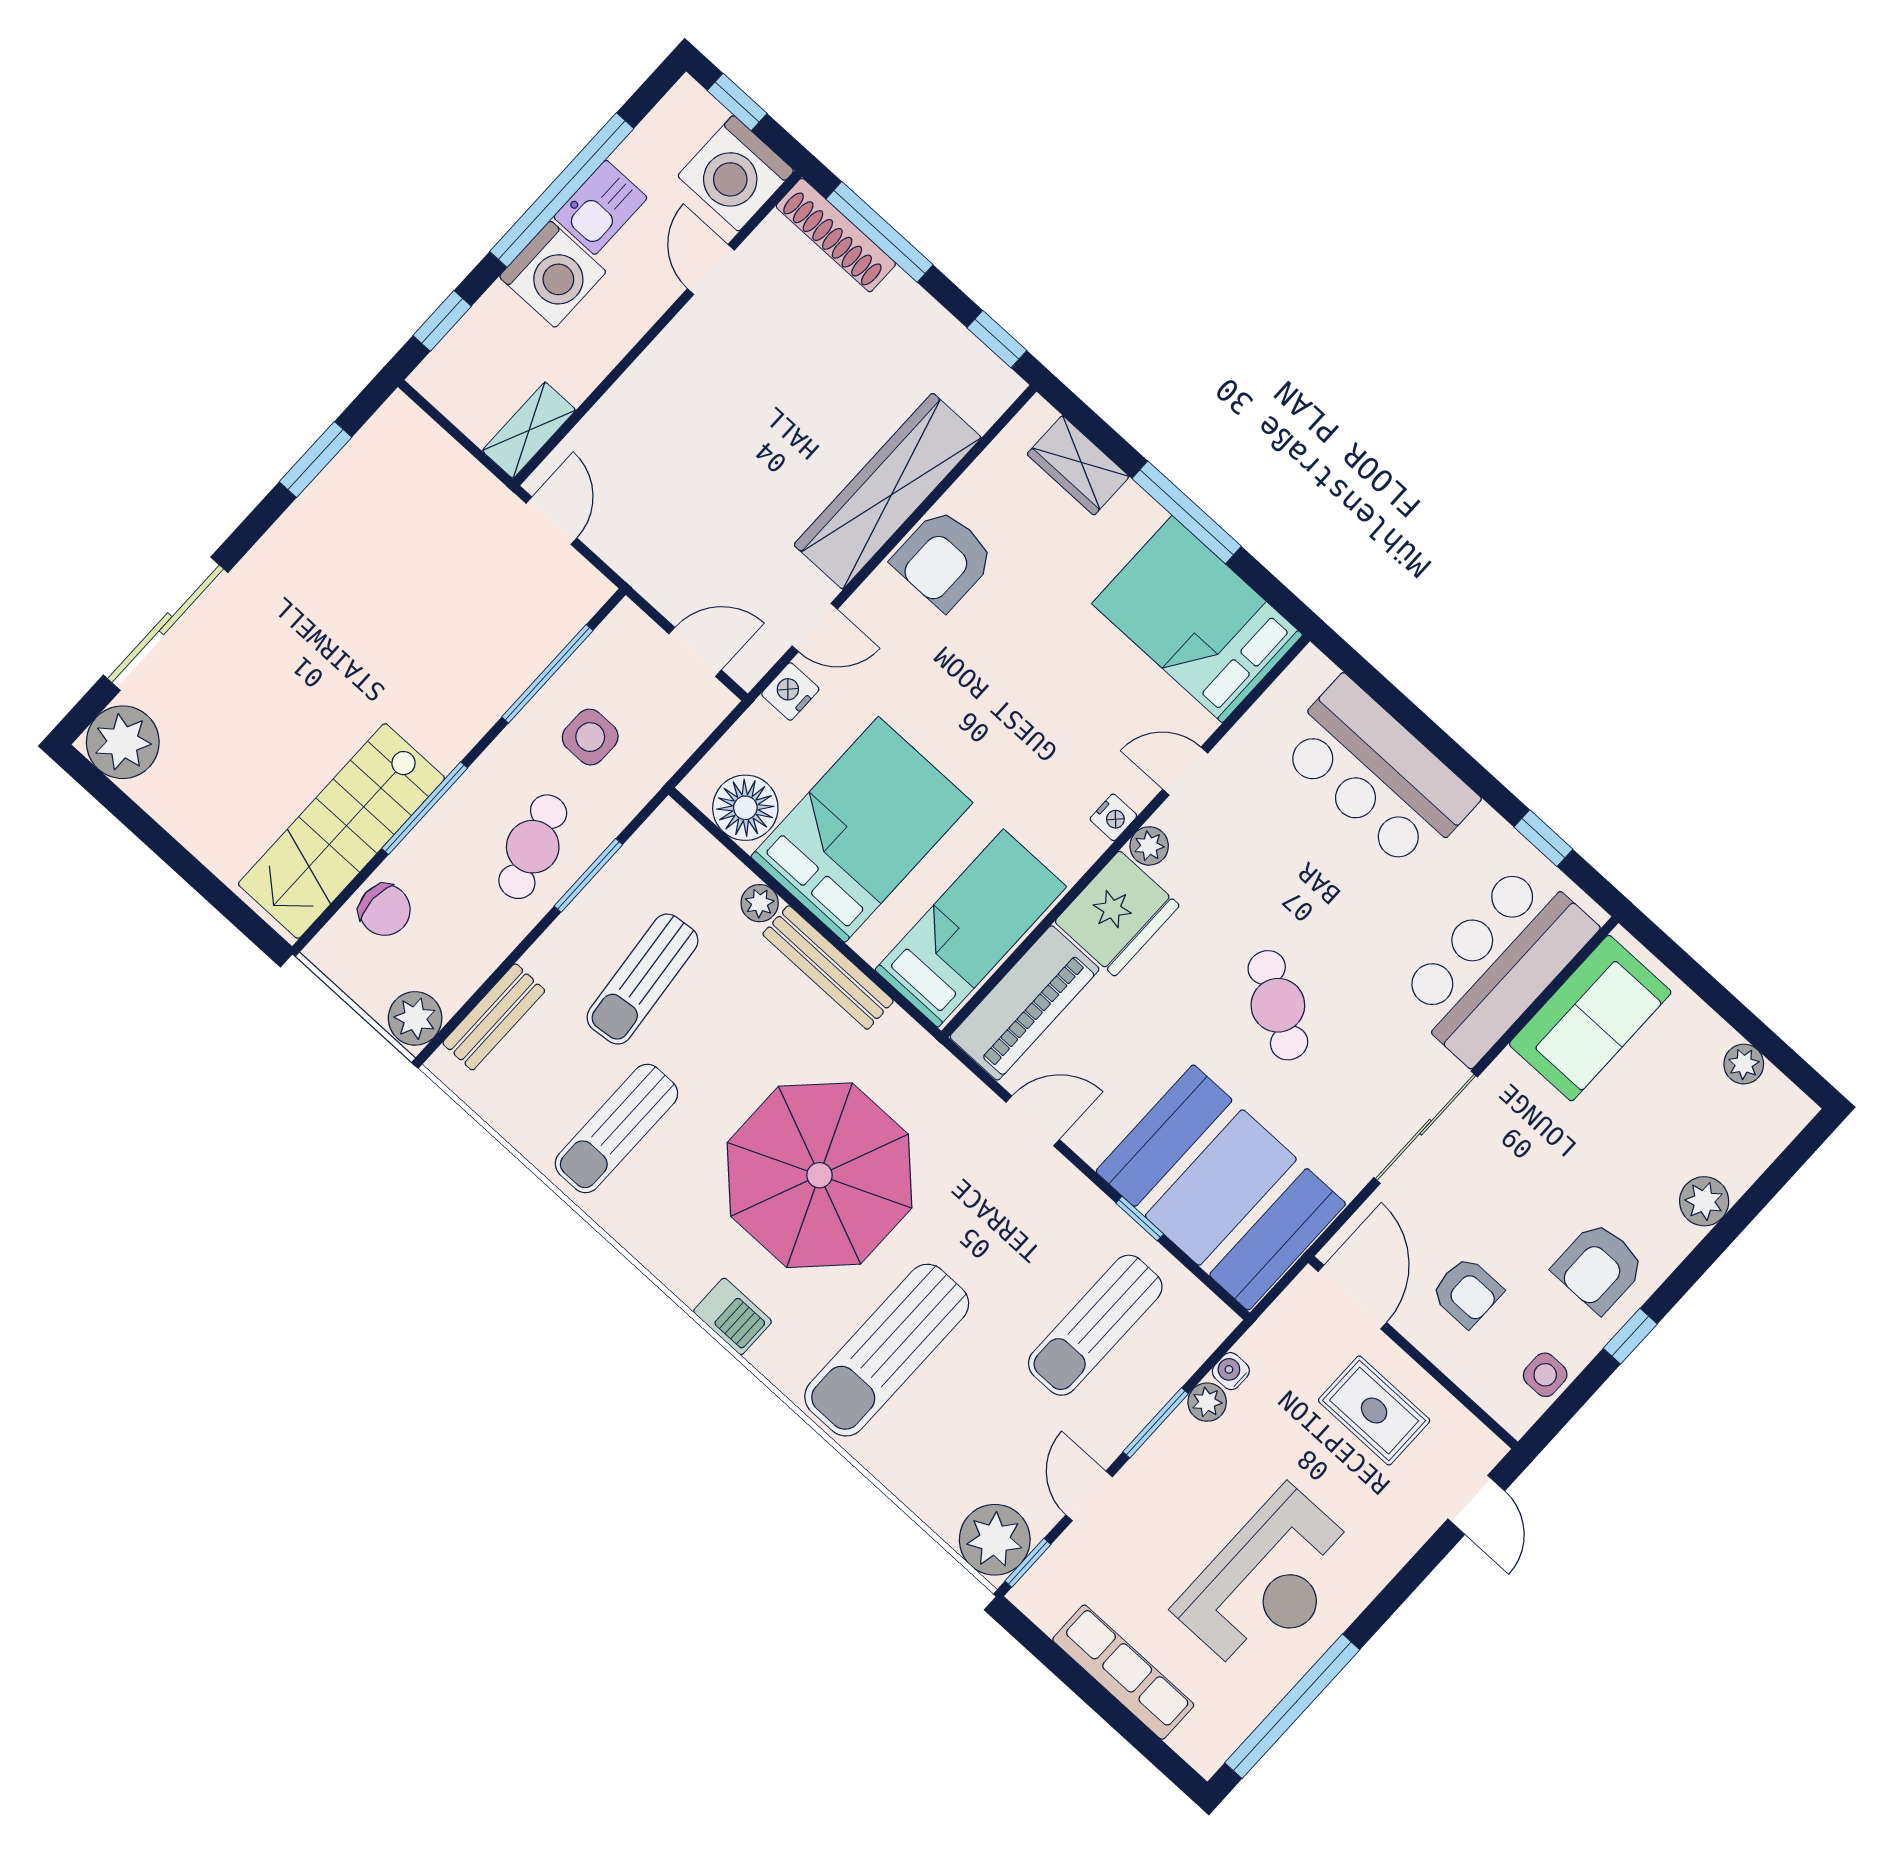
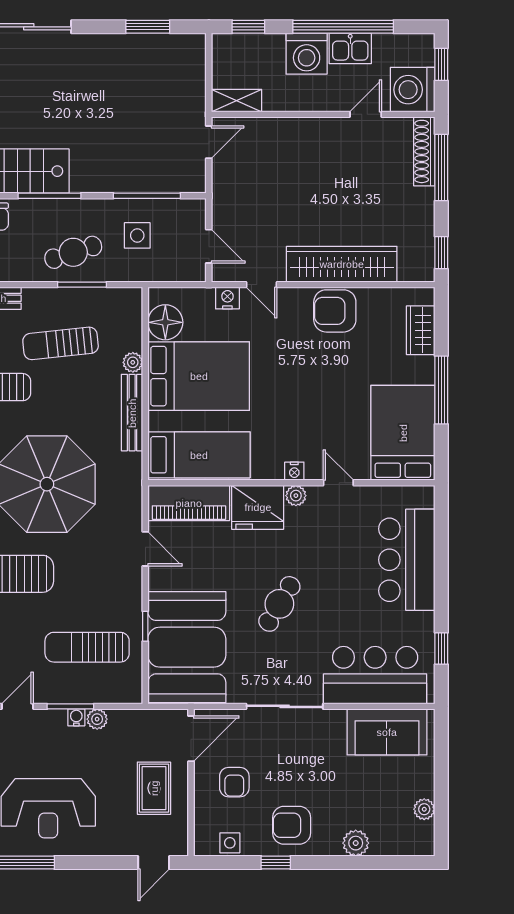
water cooler: (1231, 1371) -> (76, 717), moved

